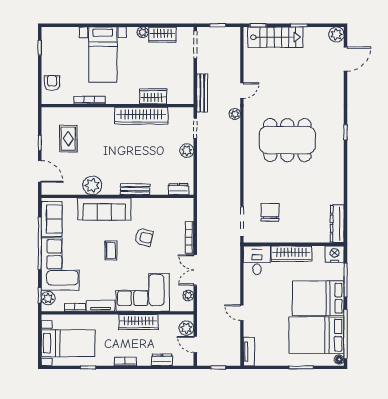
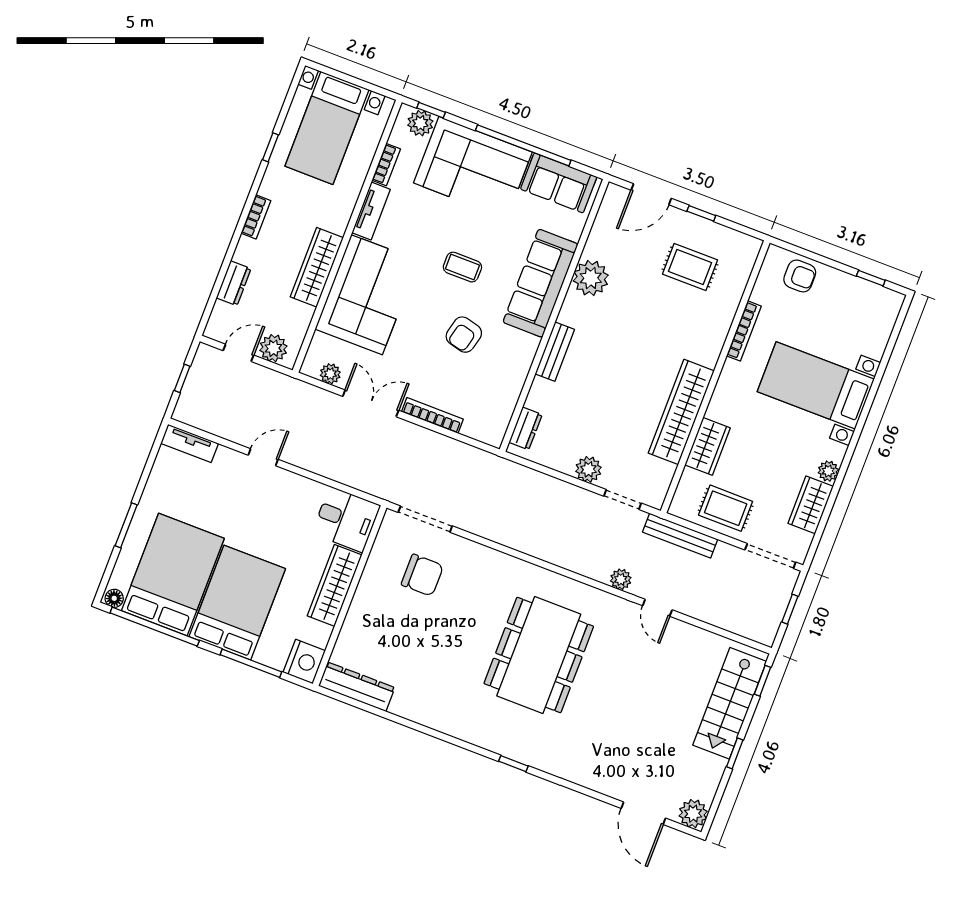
rug: (180, 76) -> (726, 508), added

